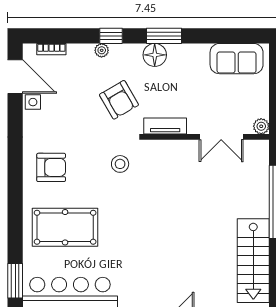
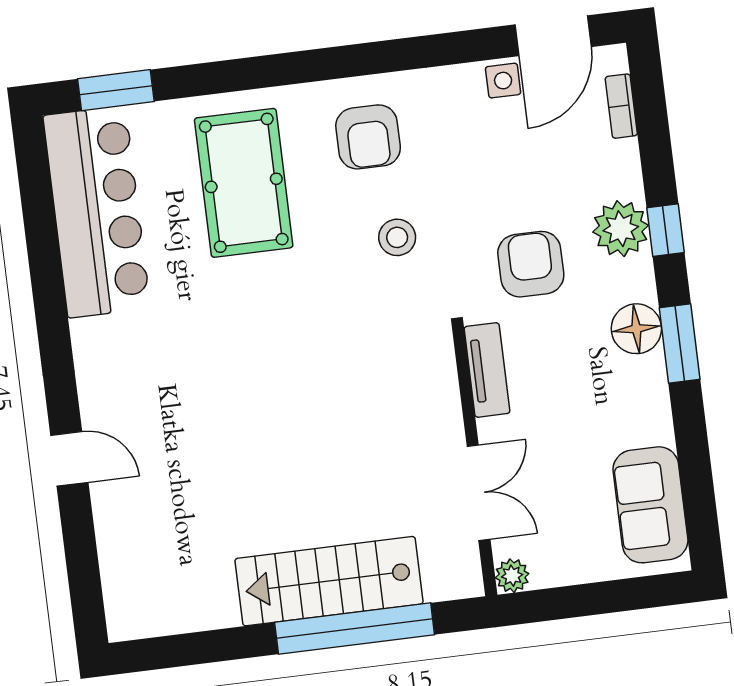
plant: (102, 50) -> (621, 229), width x1.88, depth x1.88
armchair: (119, 100) -> (531, 264), turned 120
double door: (221, 137) -> (479, 493), swing flipped
stool: (120, 164) -> (397, 237), moved
stairs: (253, 261) -> (329, 581), moved

